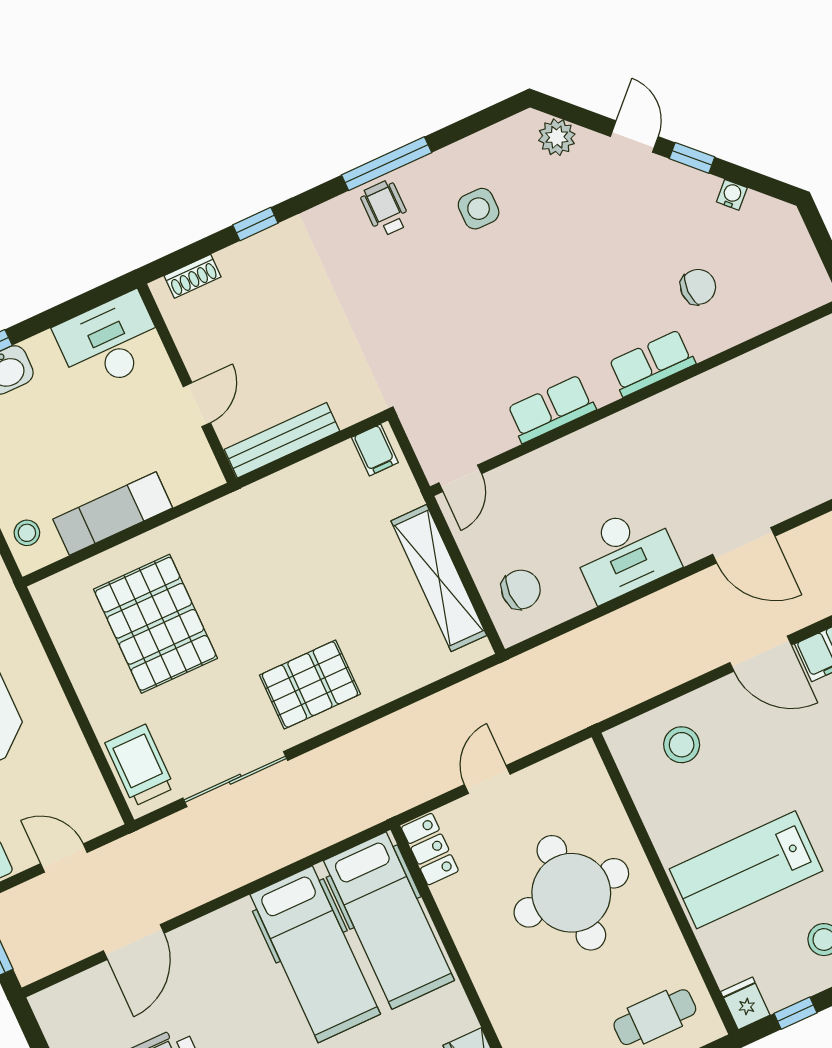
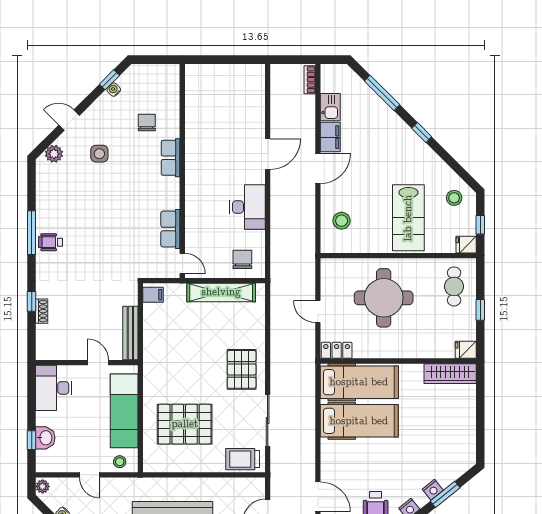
window: (692, 158) -> (109, 80), moved
side table: (479, 209) -> (99, 154), moved
shoe rack: (193, 276) -> (42, 311), moved
row of seats: (551, 409) -> (170, 229), moved
exam couch: (113, 514) -> (124, 411), width x1.36, depth x1.45

